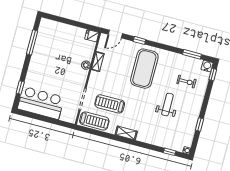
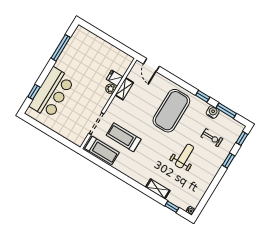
door: (115, 34) -> (151, 65), hinge flipped
fridge: (92, 36) -> (115, 78), moved
window: (139, 40) -> (203, 96), moved
water cooler: (207, 66) -> (213, 112), moved
bar counter: (41, 103) -> (52, 93), moved, turned 90
window: (200, 124) -> (228, 161), moved
shelving: (126, 133) -> (158, 189), moved

